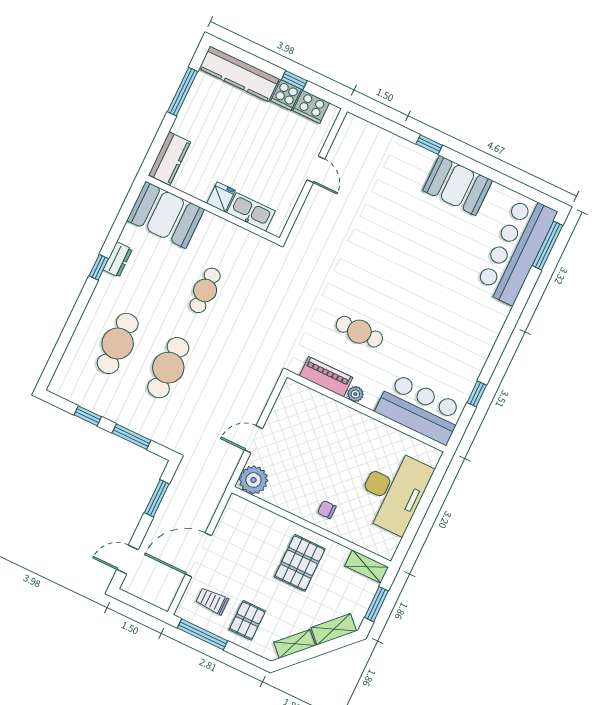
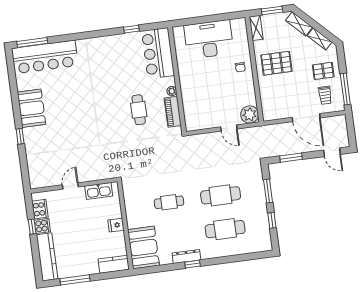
kitchen sink: (251, 212) -> (99, 191), moved, turned -90
dresser: (118, 260) -> (186, 256), width x1.44

